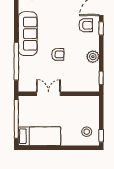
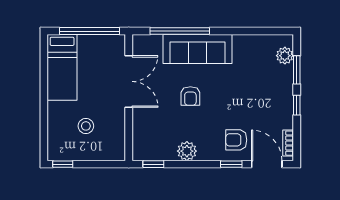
armchair: (86, 25) -> (236, 140), turned 90
sofa: (28, 34) -> (197, 49), moved
double door: (48, 94) -> (129, 81), width x1.37
stool: (87, 132) -> (86, 126), moved

